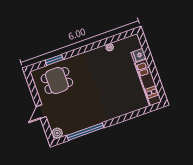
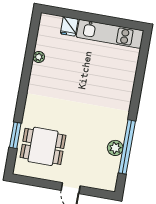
dining table: (57, 80) -> (43, 146), turned 90
plant: (57, 133) -> (115, 148), moved

